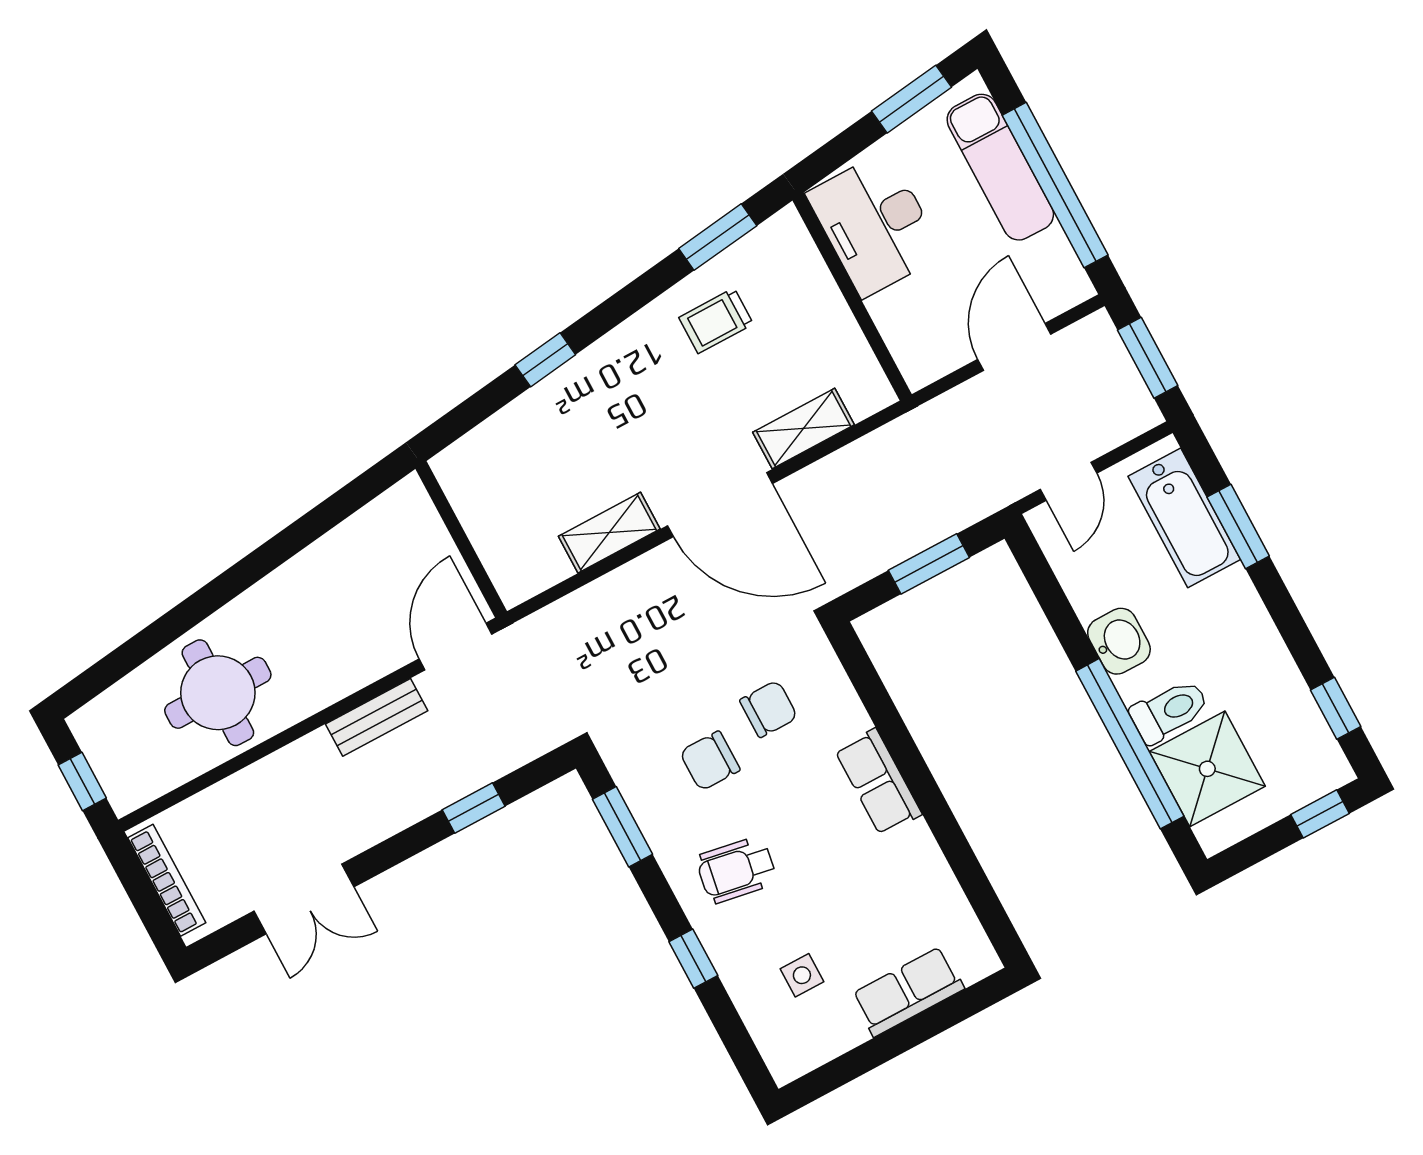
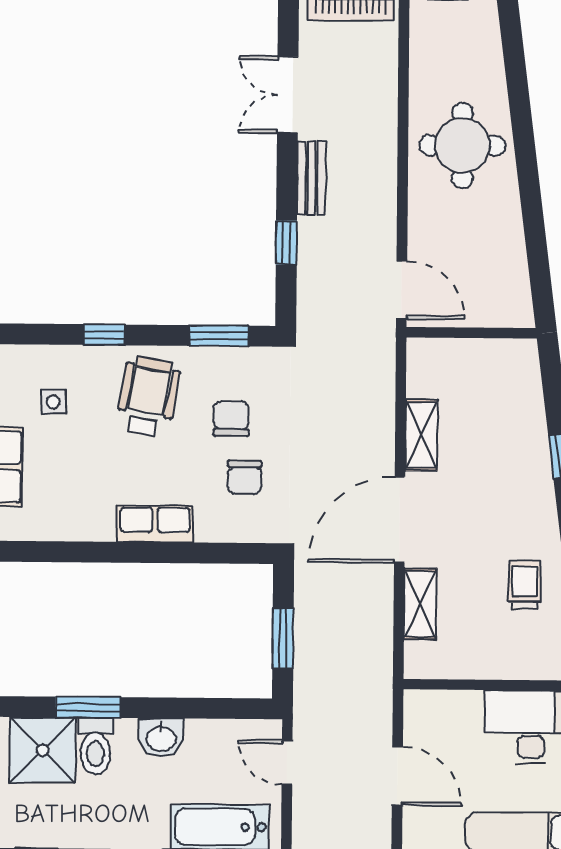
round table: (218, 693) -> (462, 145), moved
bench: (377, 717) -> (311, 178), moved
window: (1130, 744) -> (88, 707), width x0.47
wheelchair: (737, 870) -> (148, 397), width x1.36, depth x1.37

